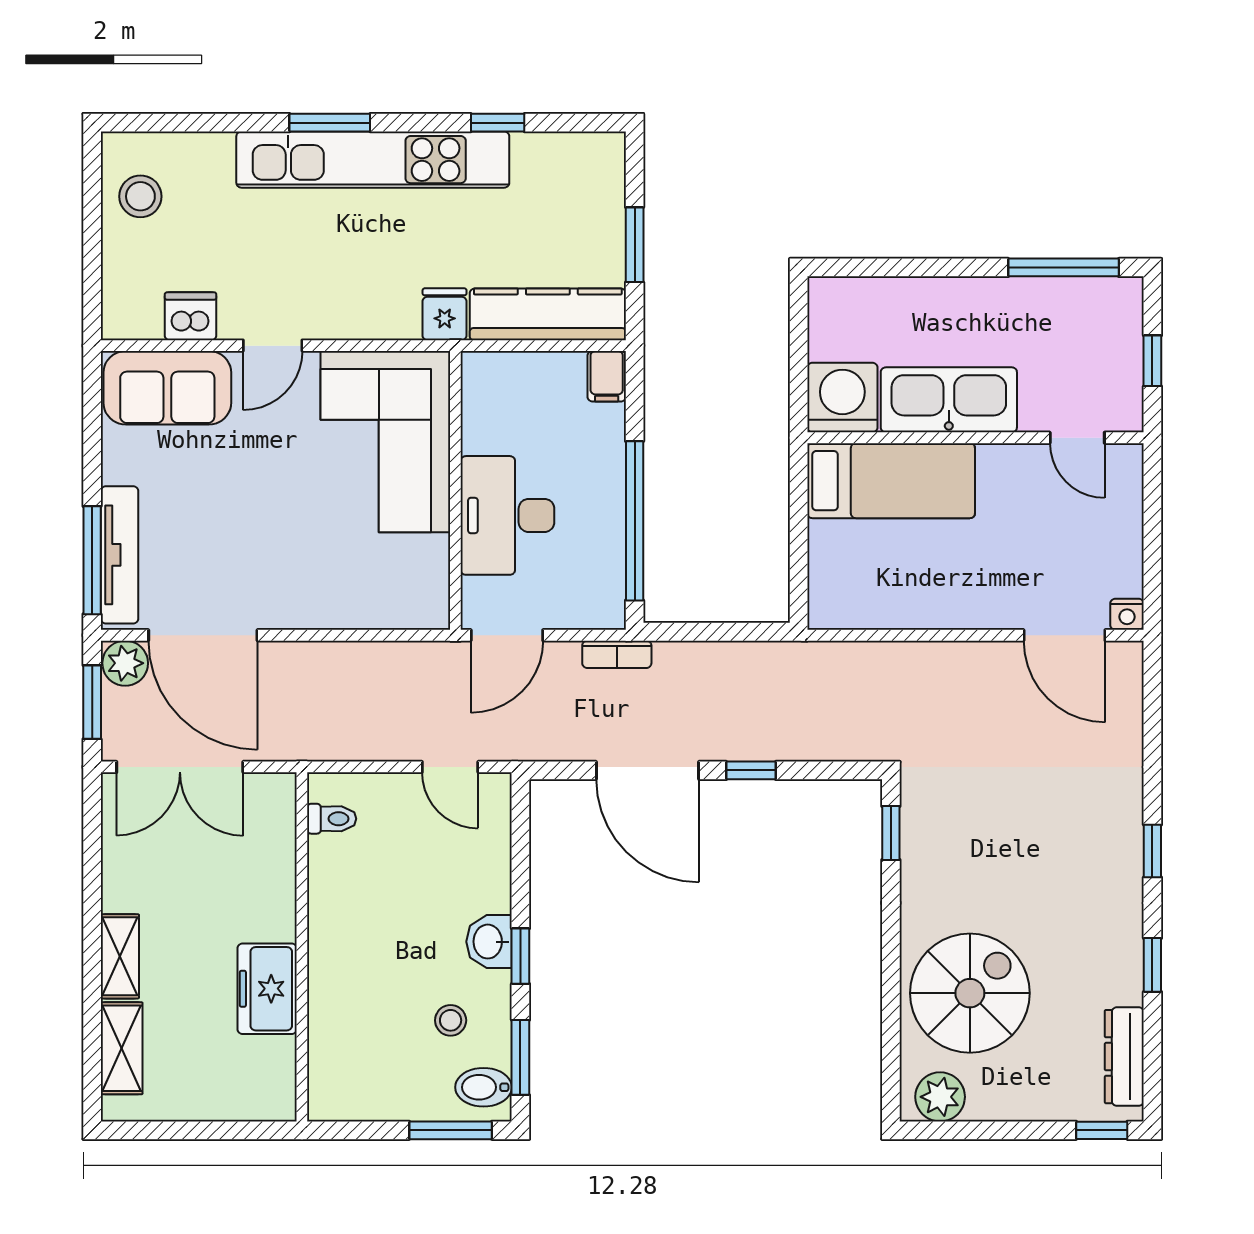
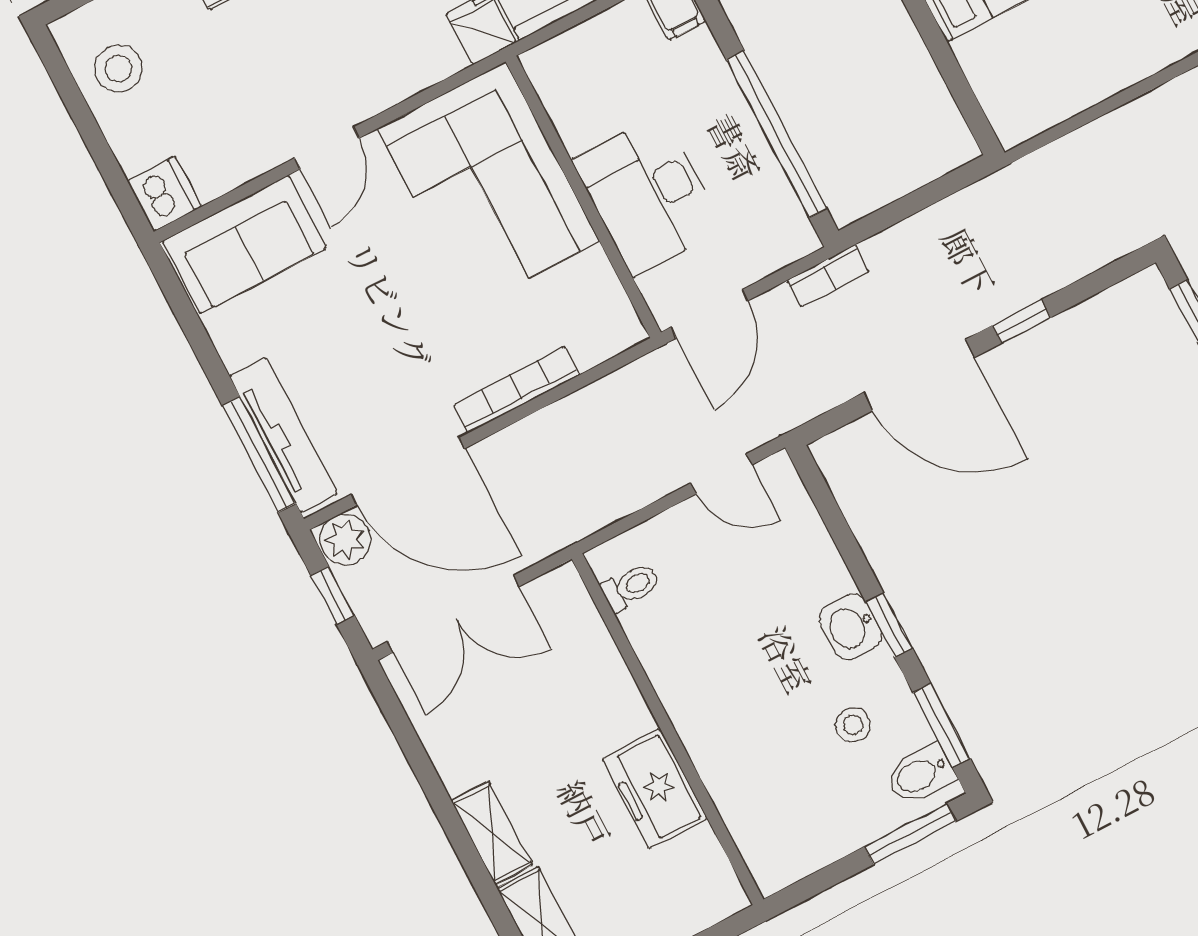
dishwasher: (191, 316) -> (164, 194), moved, turned 90
bookcase: (323, 616) -> (516, 390), added
window: (92, 702) -> (333, 595), width x0.67

